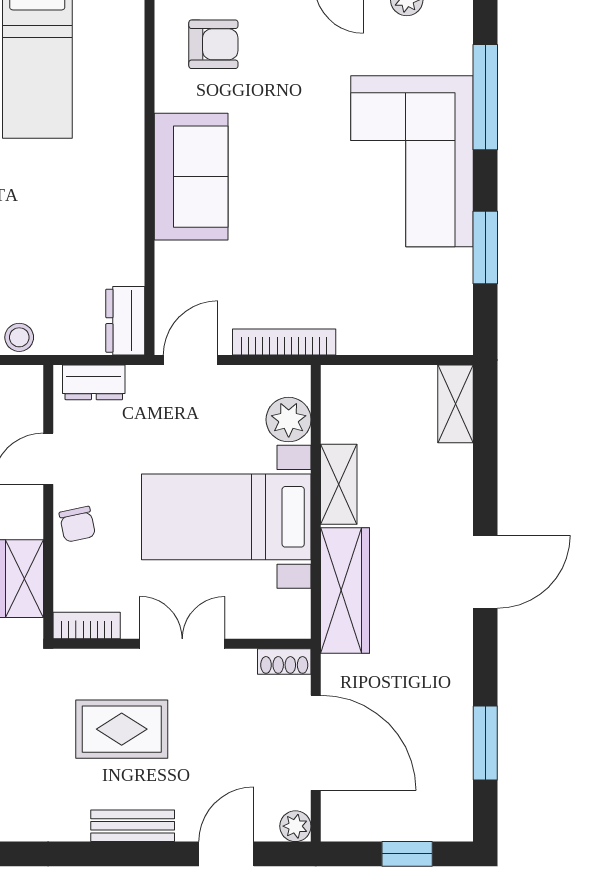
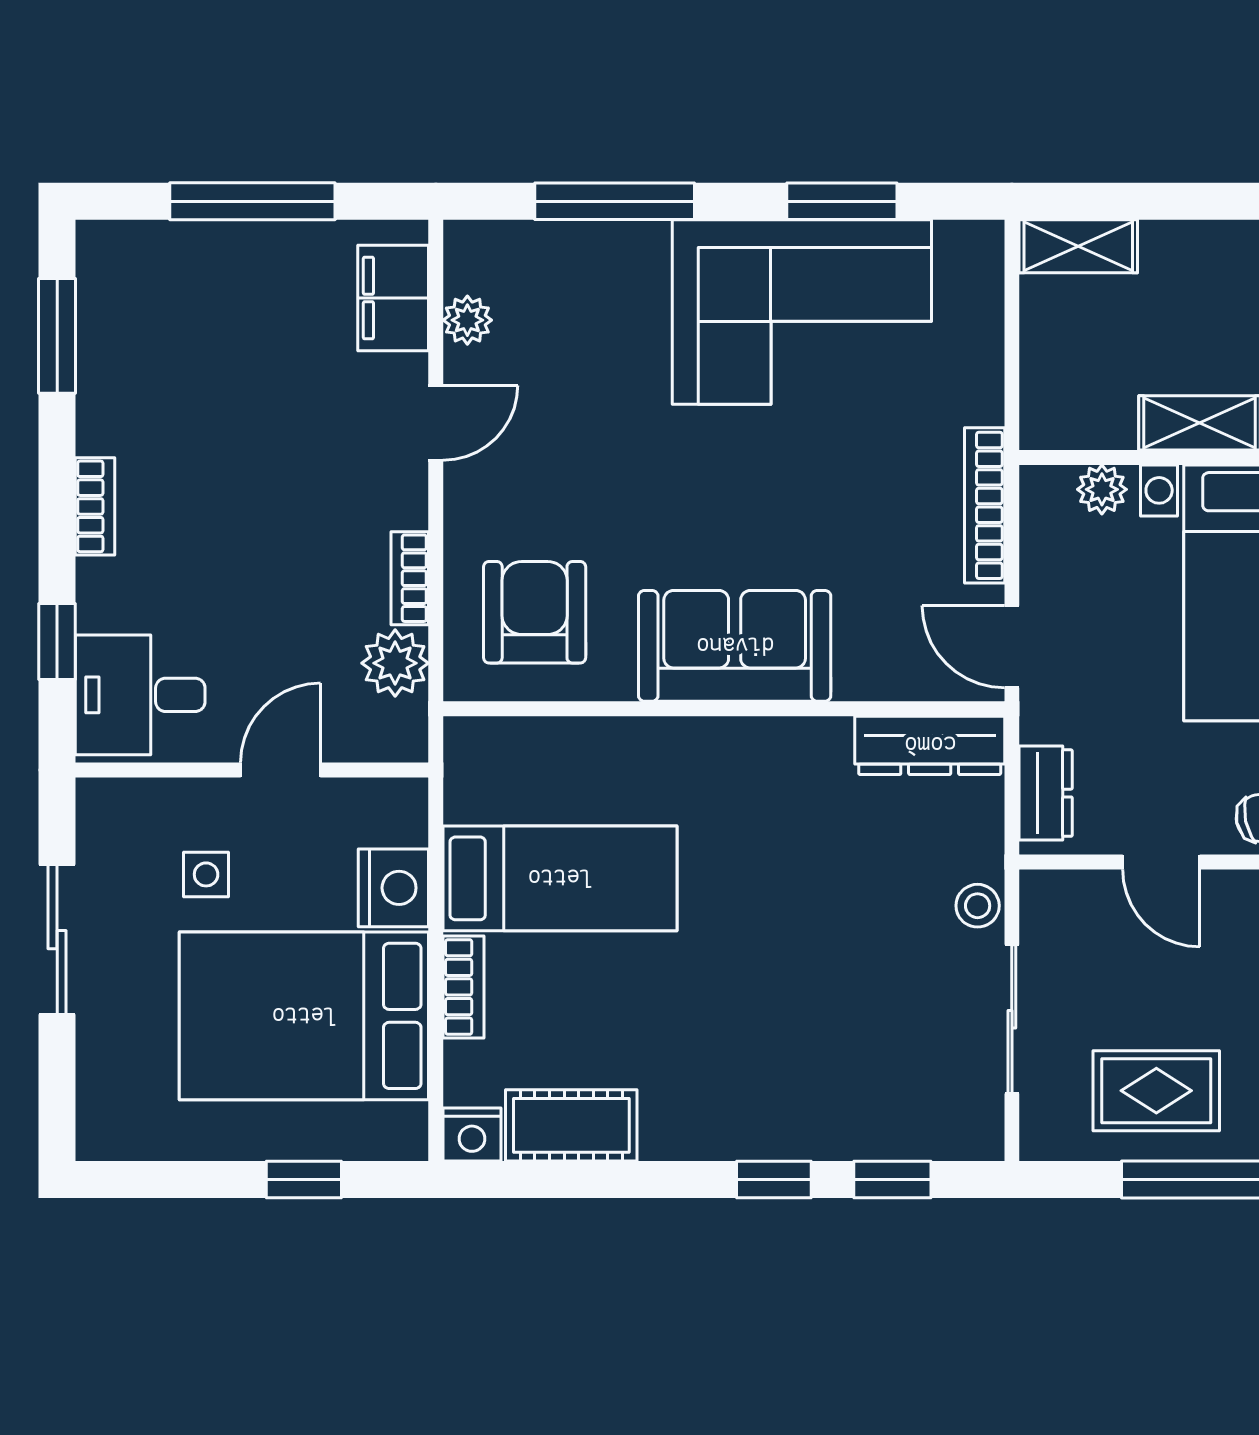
armchair: (213, 44) -> (535, 612), width x1.38, depth x1.38
corner sofa: (412, 161) -> (802, 312), moved
dresser: (125, 321) -> (930, 745), width x1.44
plant: (289, 420) -> (1102, 489), width x0.73, depth x0.73

